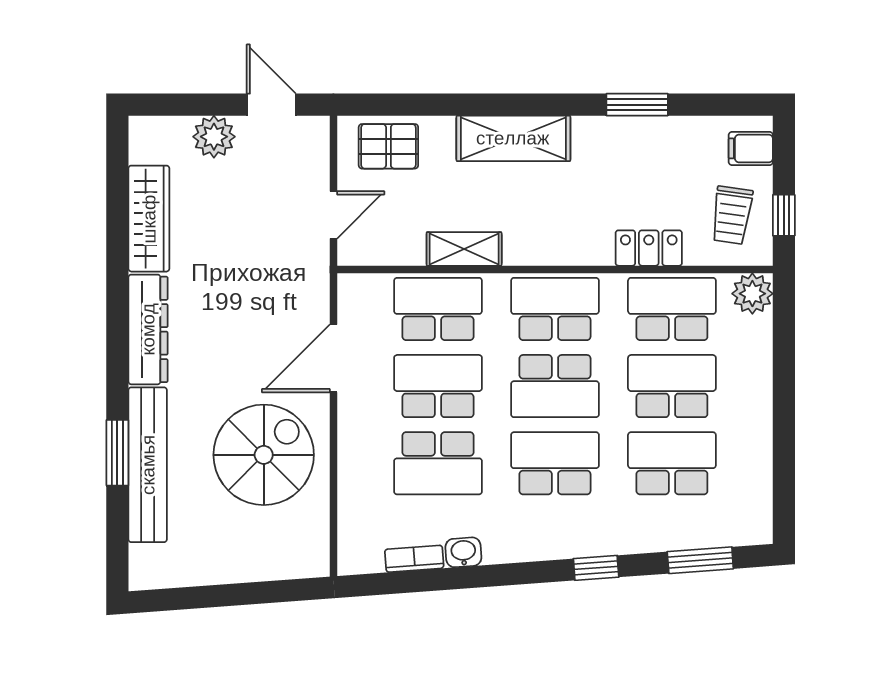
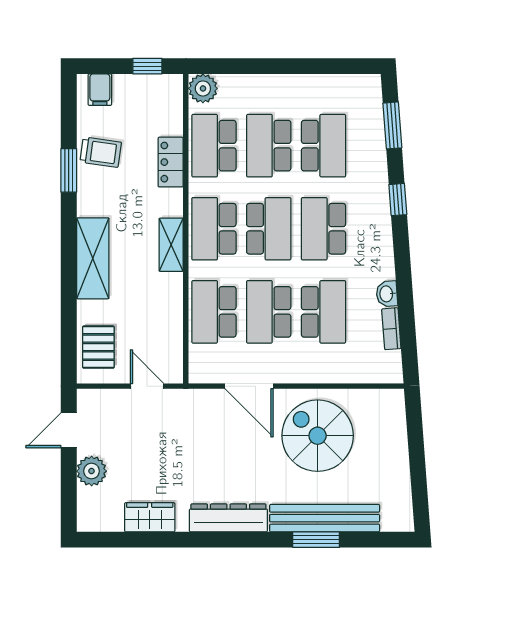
trolley: (732, 215) -> (101, 152), moved
wardrobe: (149, 219) -> (150, 517), width x0.67
shelving: (464, 249) -> (171, 245), moved
school desk: (672, 463) -> (324, 146), turned 180

